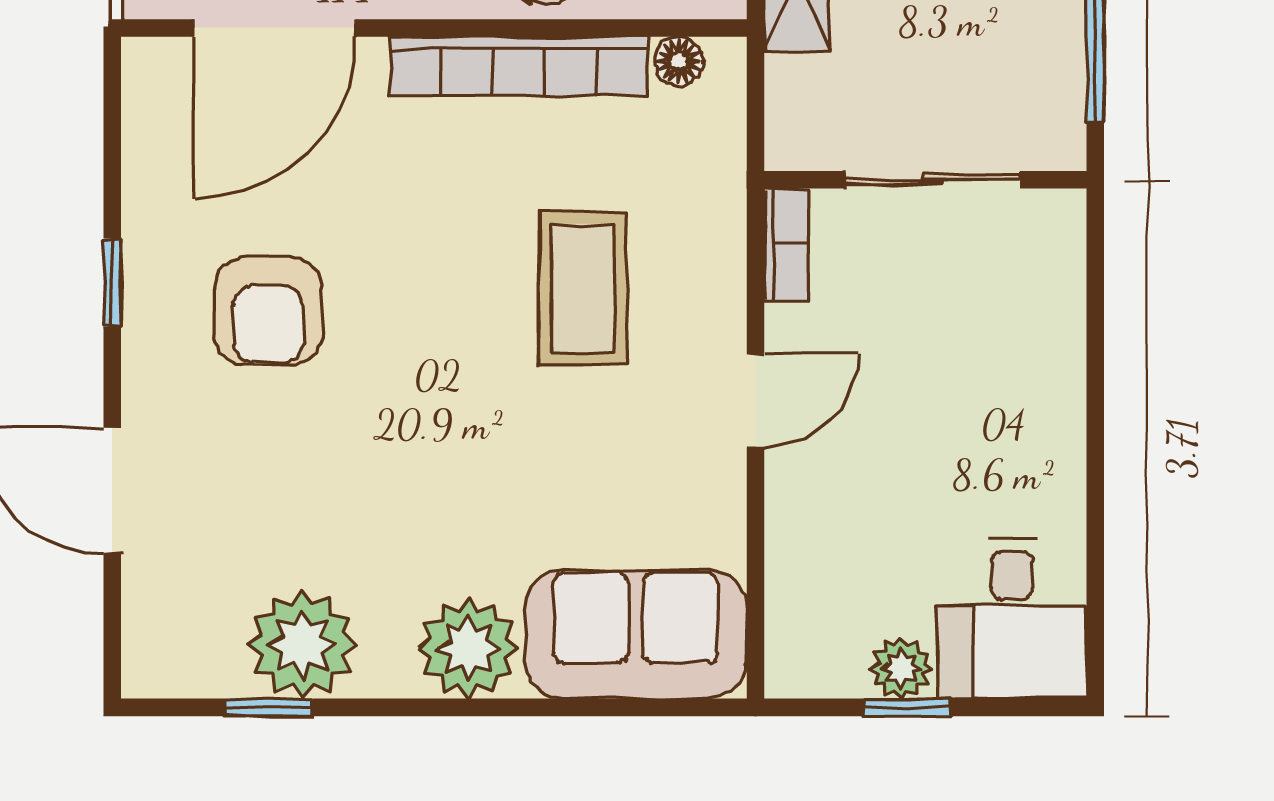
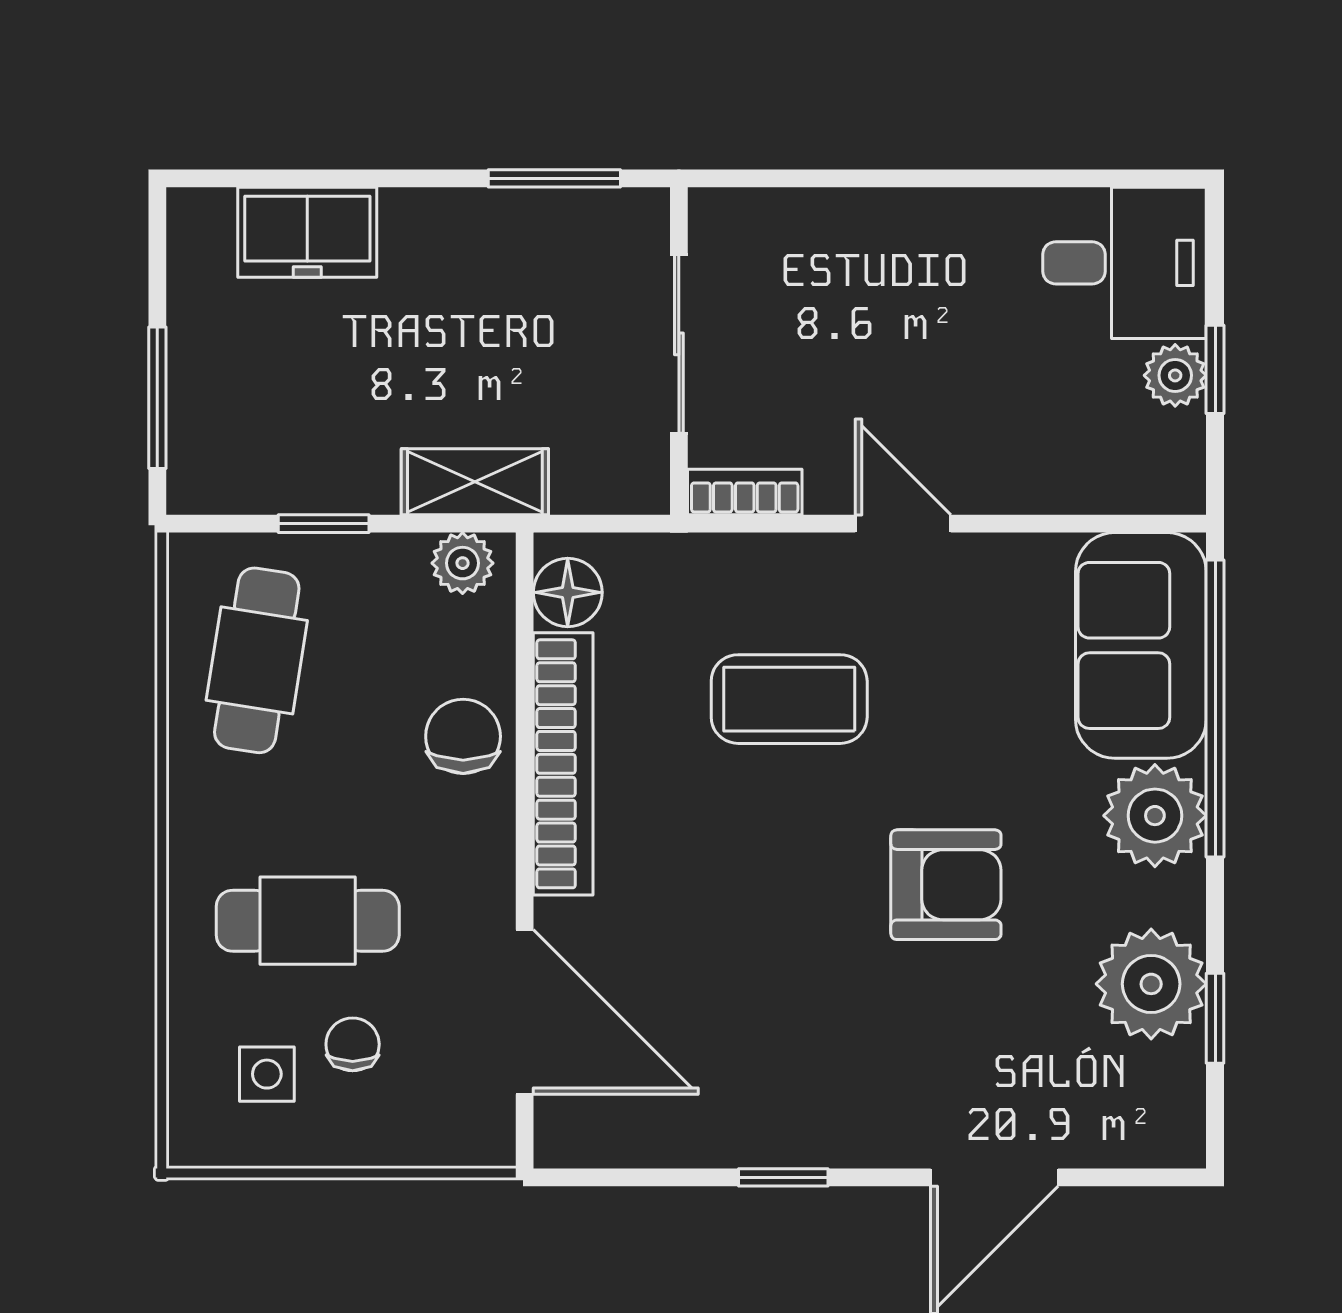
floor lamp: (679, 61) -> (568, 592), width x1.37, depth x1.37
armchair: (268, 311) -> (946, 885), moved
window: (574, 707) -> (1215, 709), added

